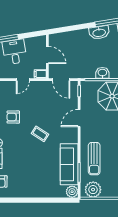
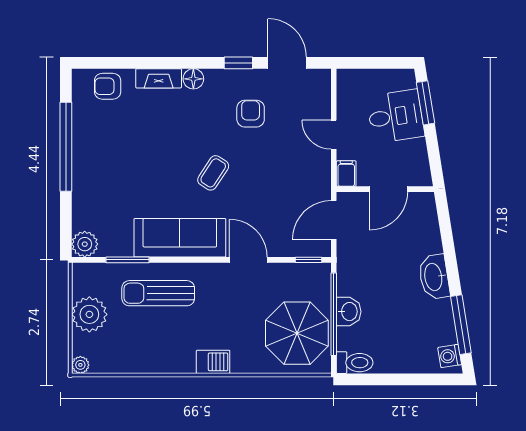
washbasin: (99, 32) -> (434, 277), moved
sofa: (69, 164) -> (180, 238), moved
plant: (93, 190) -> (89, 314), moved
window: (28, 200) -> (66, 147), added

